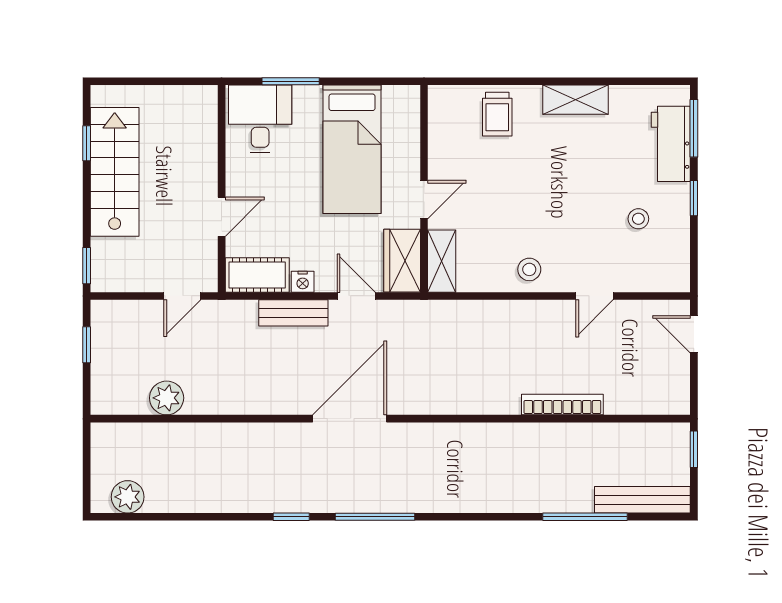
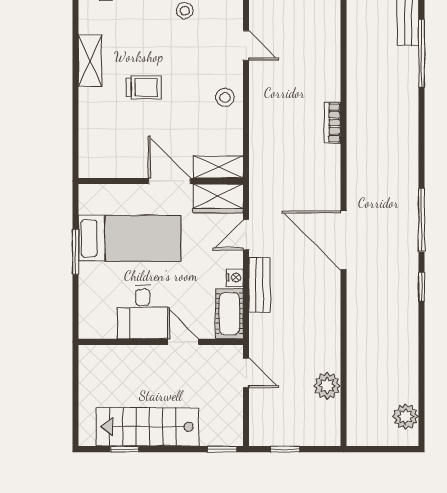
window: (291, 81) -> (75, 252), moved
trolley: (497, 114) -> (144, 88), moved
desk: (260, 119) -> (143, 312), moved, turned -90
door: (424, 200) -> (169, 181), width x1.38
bookcase: (562, 405) -> (332, 123), moved, width x0.64

